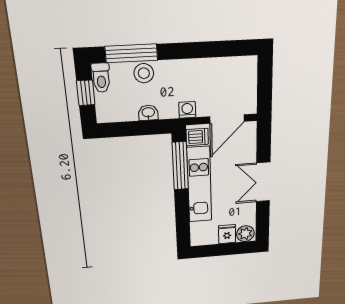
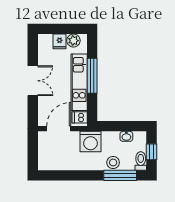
washing machine: (187, 110) -> (91, 142), width x1.89, depth x1.89
washbasin: (148, 113) -> (126, 136), moved
window: (180, 166) -> (92, 76), moved
plant: (245, 234) -> (73, 41), moved

